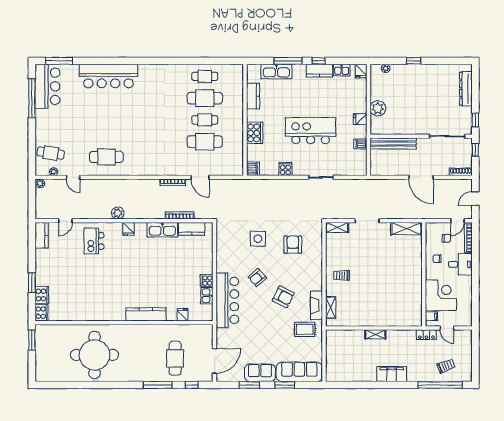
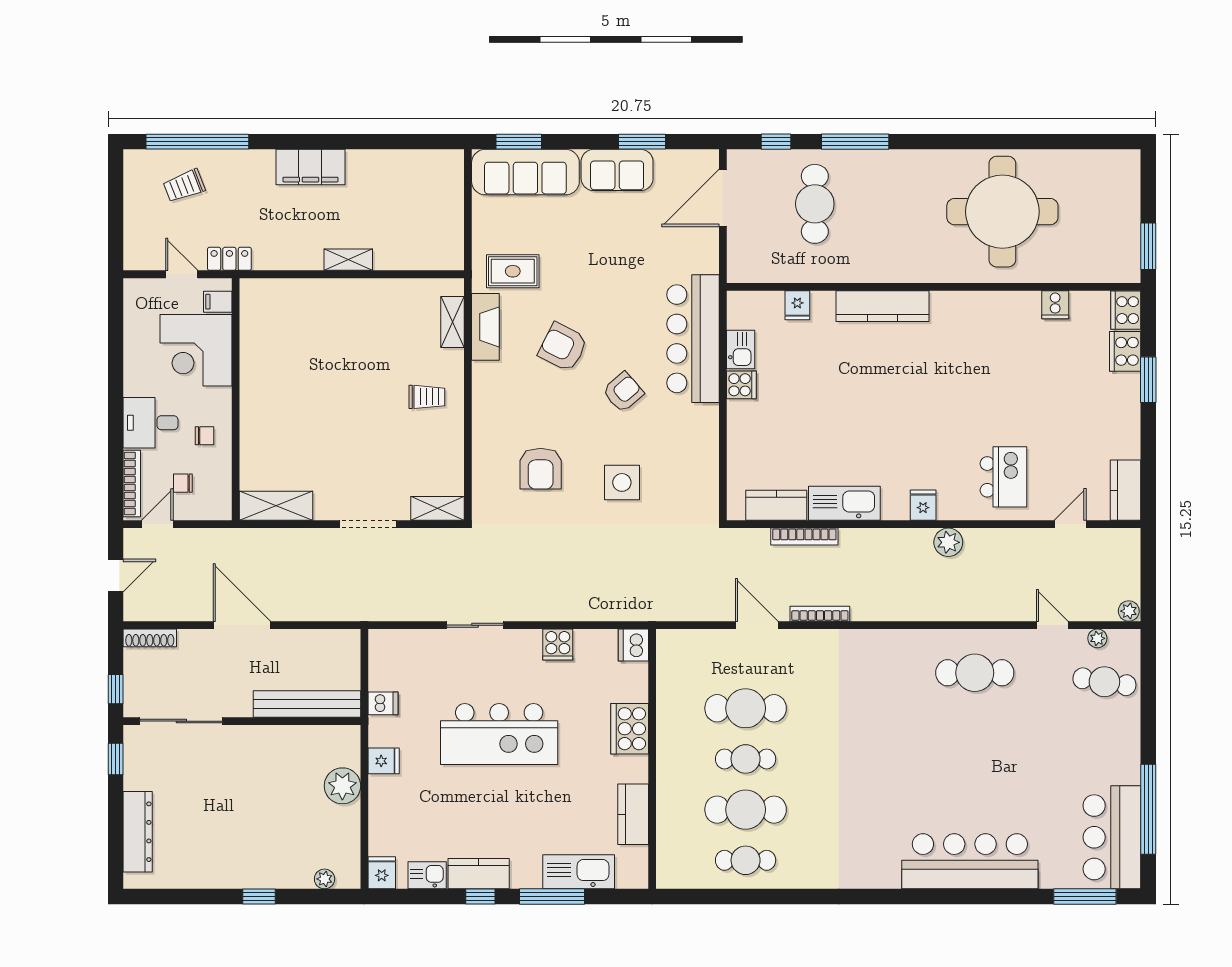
cooker: (72, 315) -> (1055, 305), added
window: (285, 385) -> (519, 142), moved

